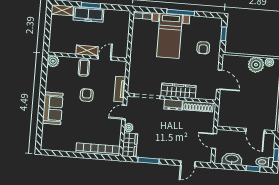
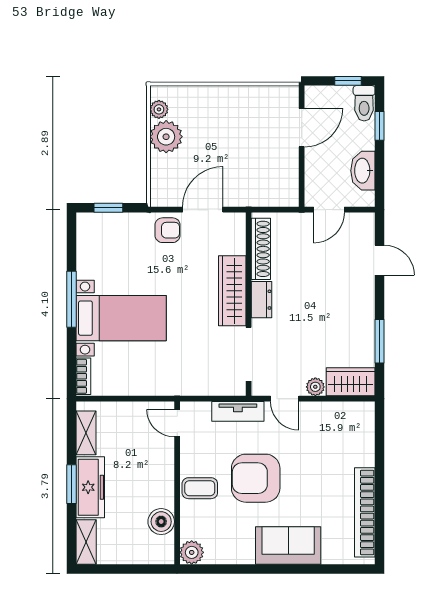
boiler: (69, 48) -> (161, 522), added
armchair: (203, 48) -> (168, 230), moved
shelving: (87, 50) -> (86, 433), moved
door: (105, 58) -> (177, 423), moved
armchair: (87, 95) -> (256, 478), width x1.88, depth x1.88
bookcase: (98, 149) -> (365, 512), moved

